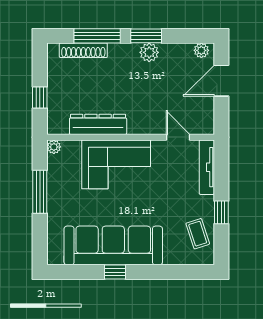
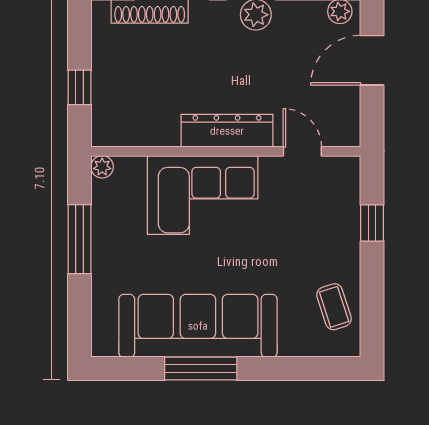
dresser: (98, 124) -> (227, 131), moved
tv unit: (207, 167) -> (349, 200), removed
window: (221, 212) -> (372, 223), moved
window: (115, 272) -> (201, 369), width x2.17

